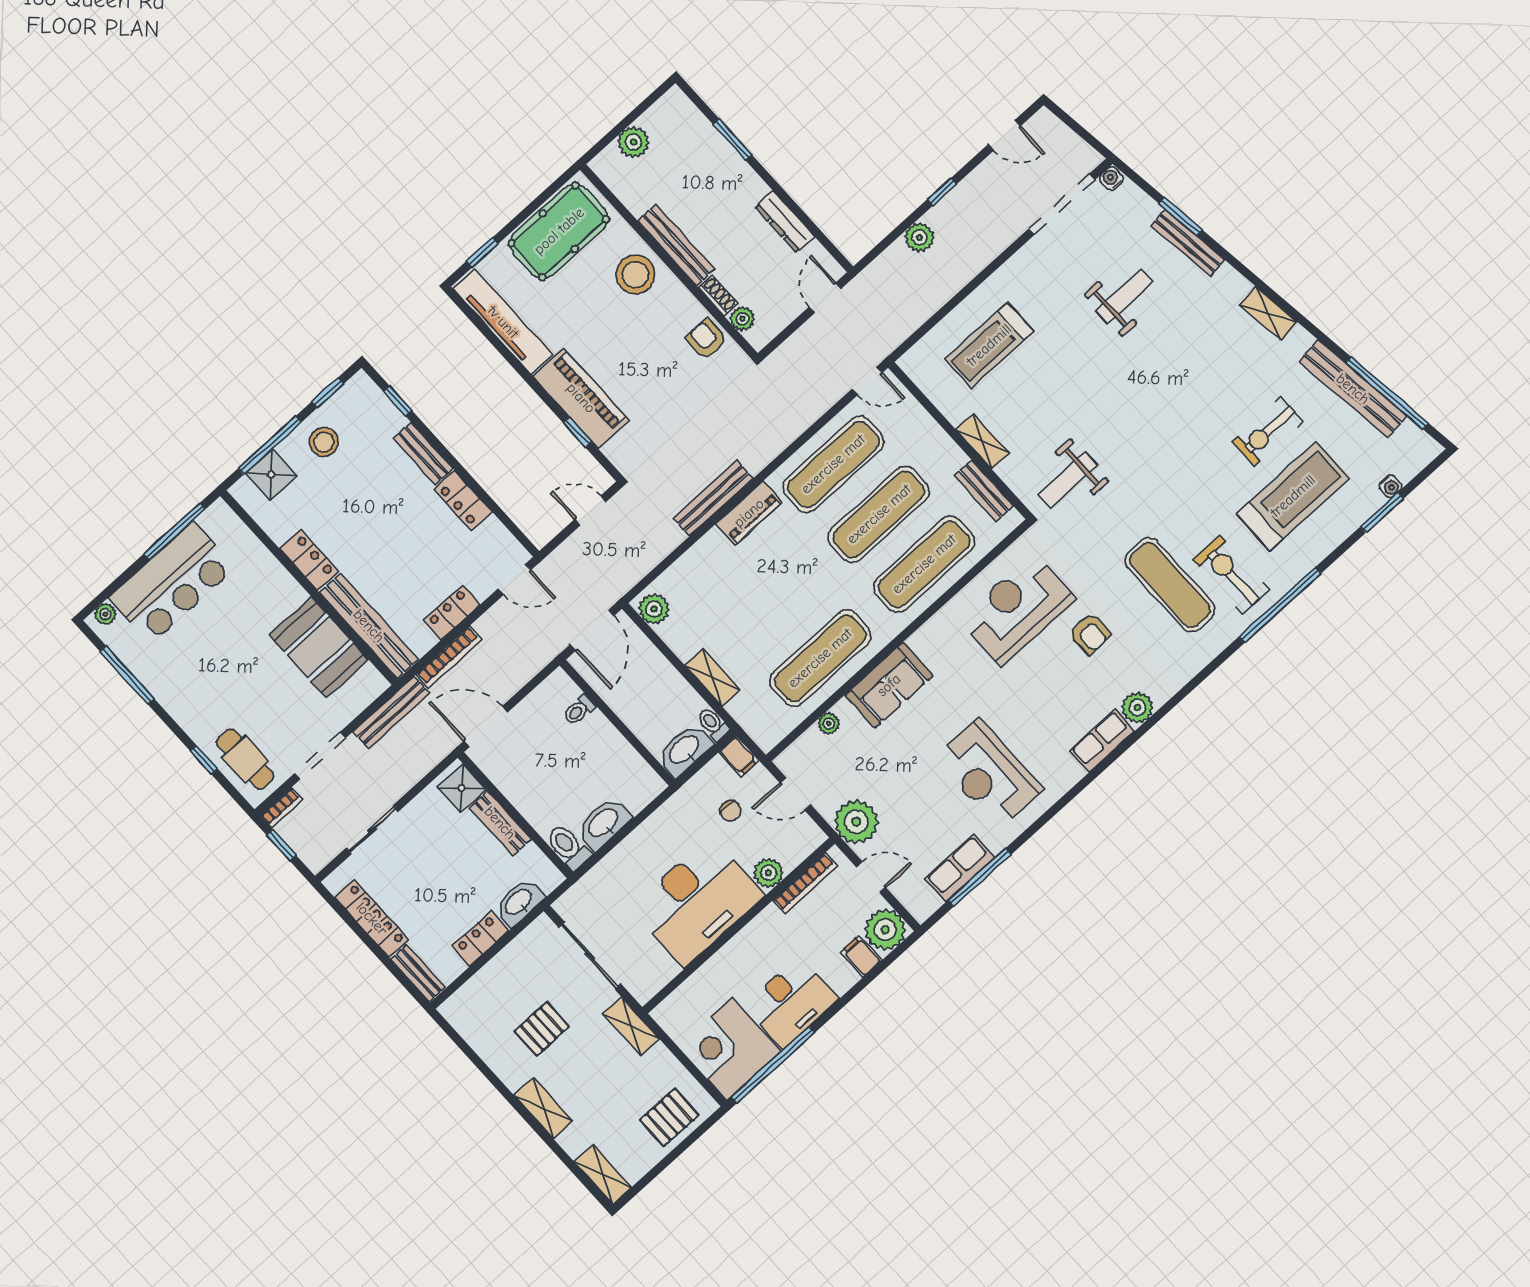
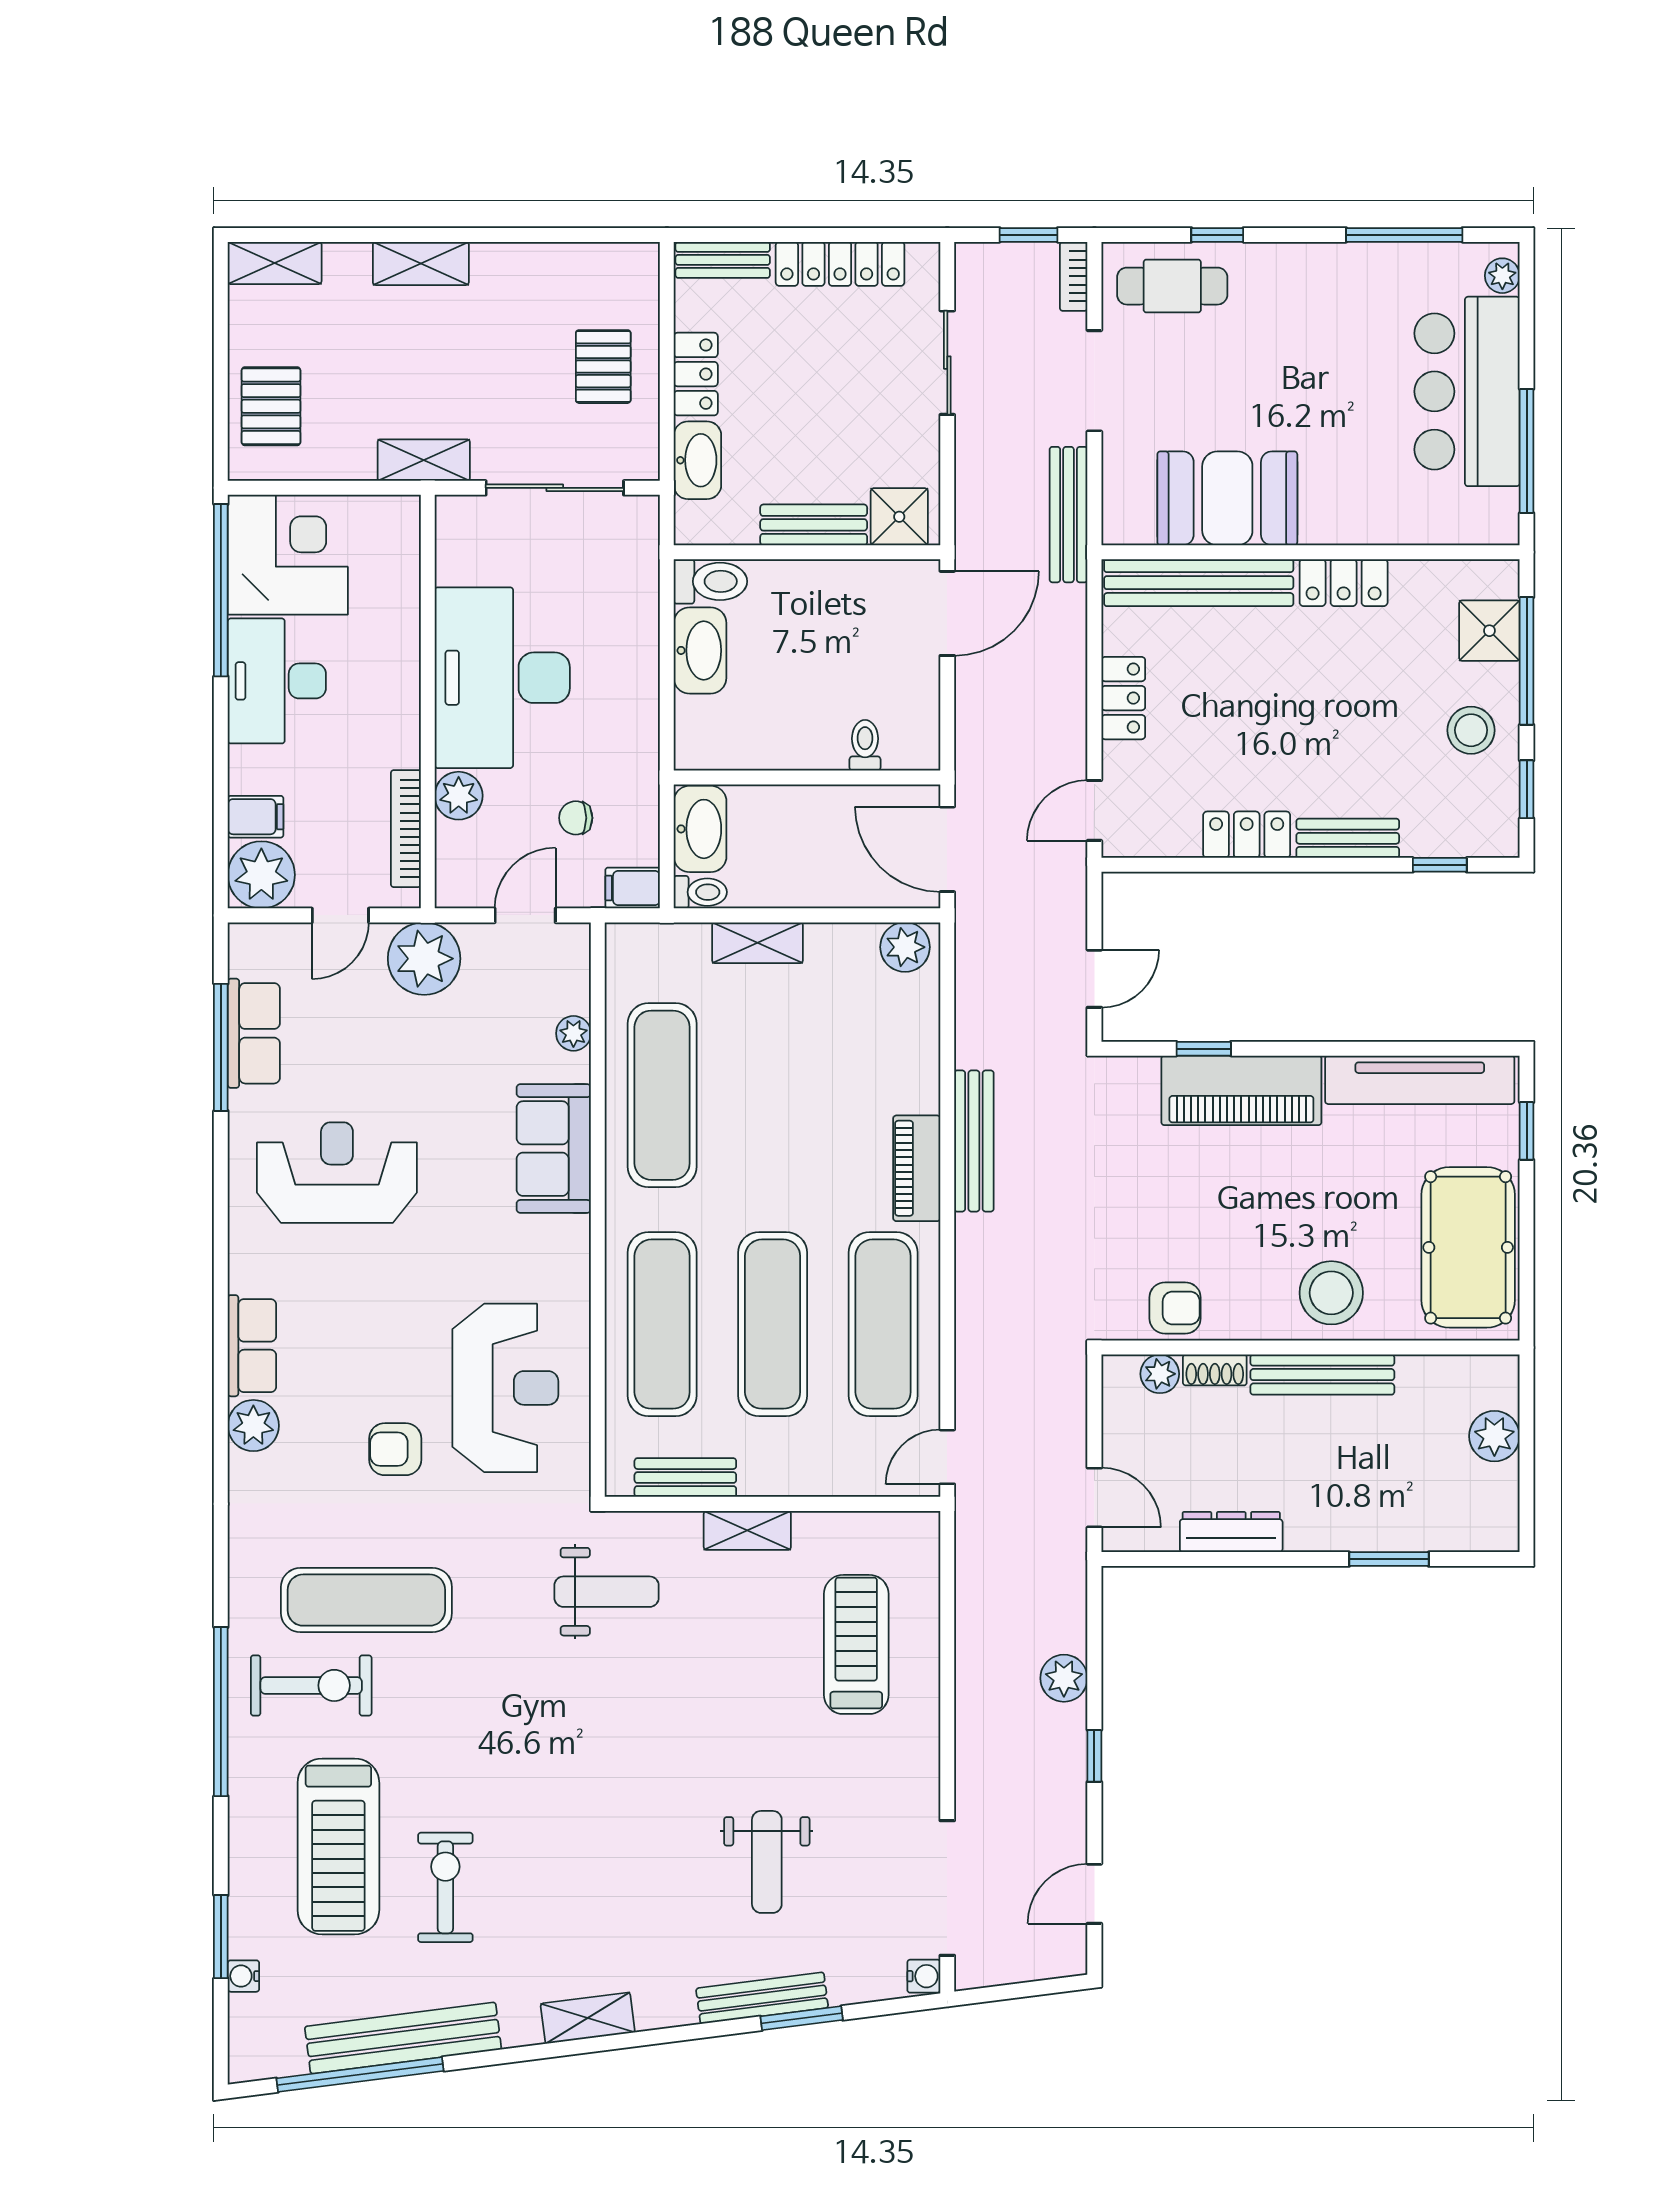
weight bench: (1068, 480) -> (607, 1592), turned 90
bookcase: (449, 657) -> (1072, 645), removed
pallet: (542, 1029) -> (603, 367), moved

